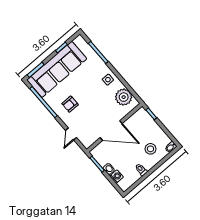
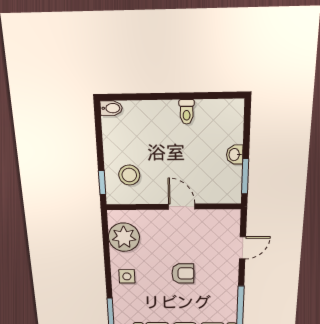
armchair: (70, 104) -> (183, 273), moved
door: (111, 131) -> (182, 207), width x0.53
stool: (150, 149) -> (129, 175), moved
washing machine: (117, 177) -> (233, 133), removed

